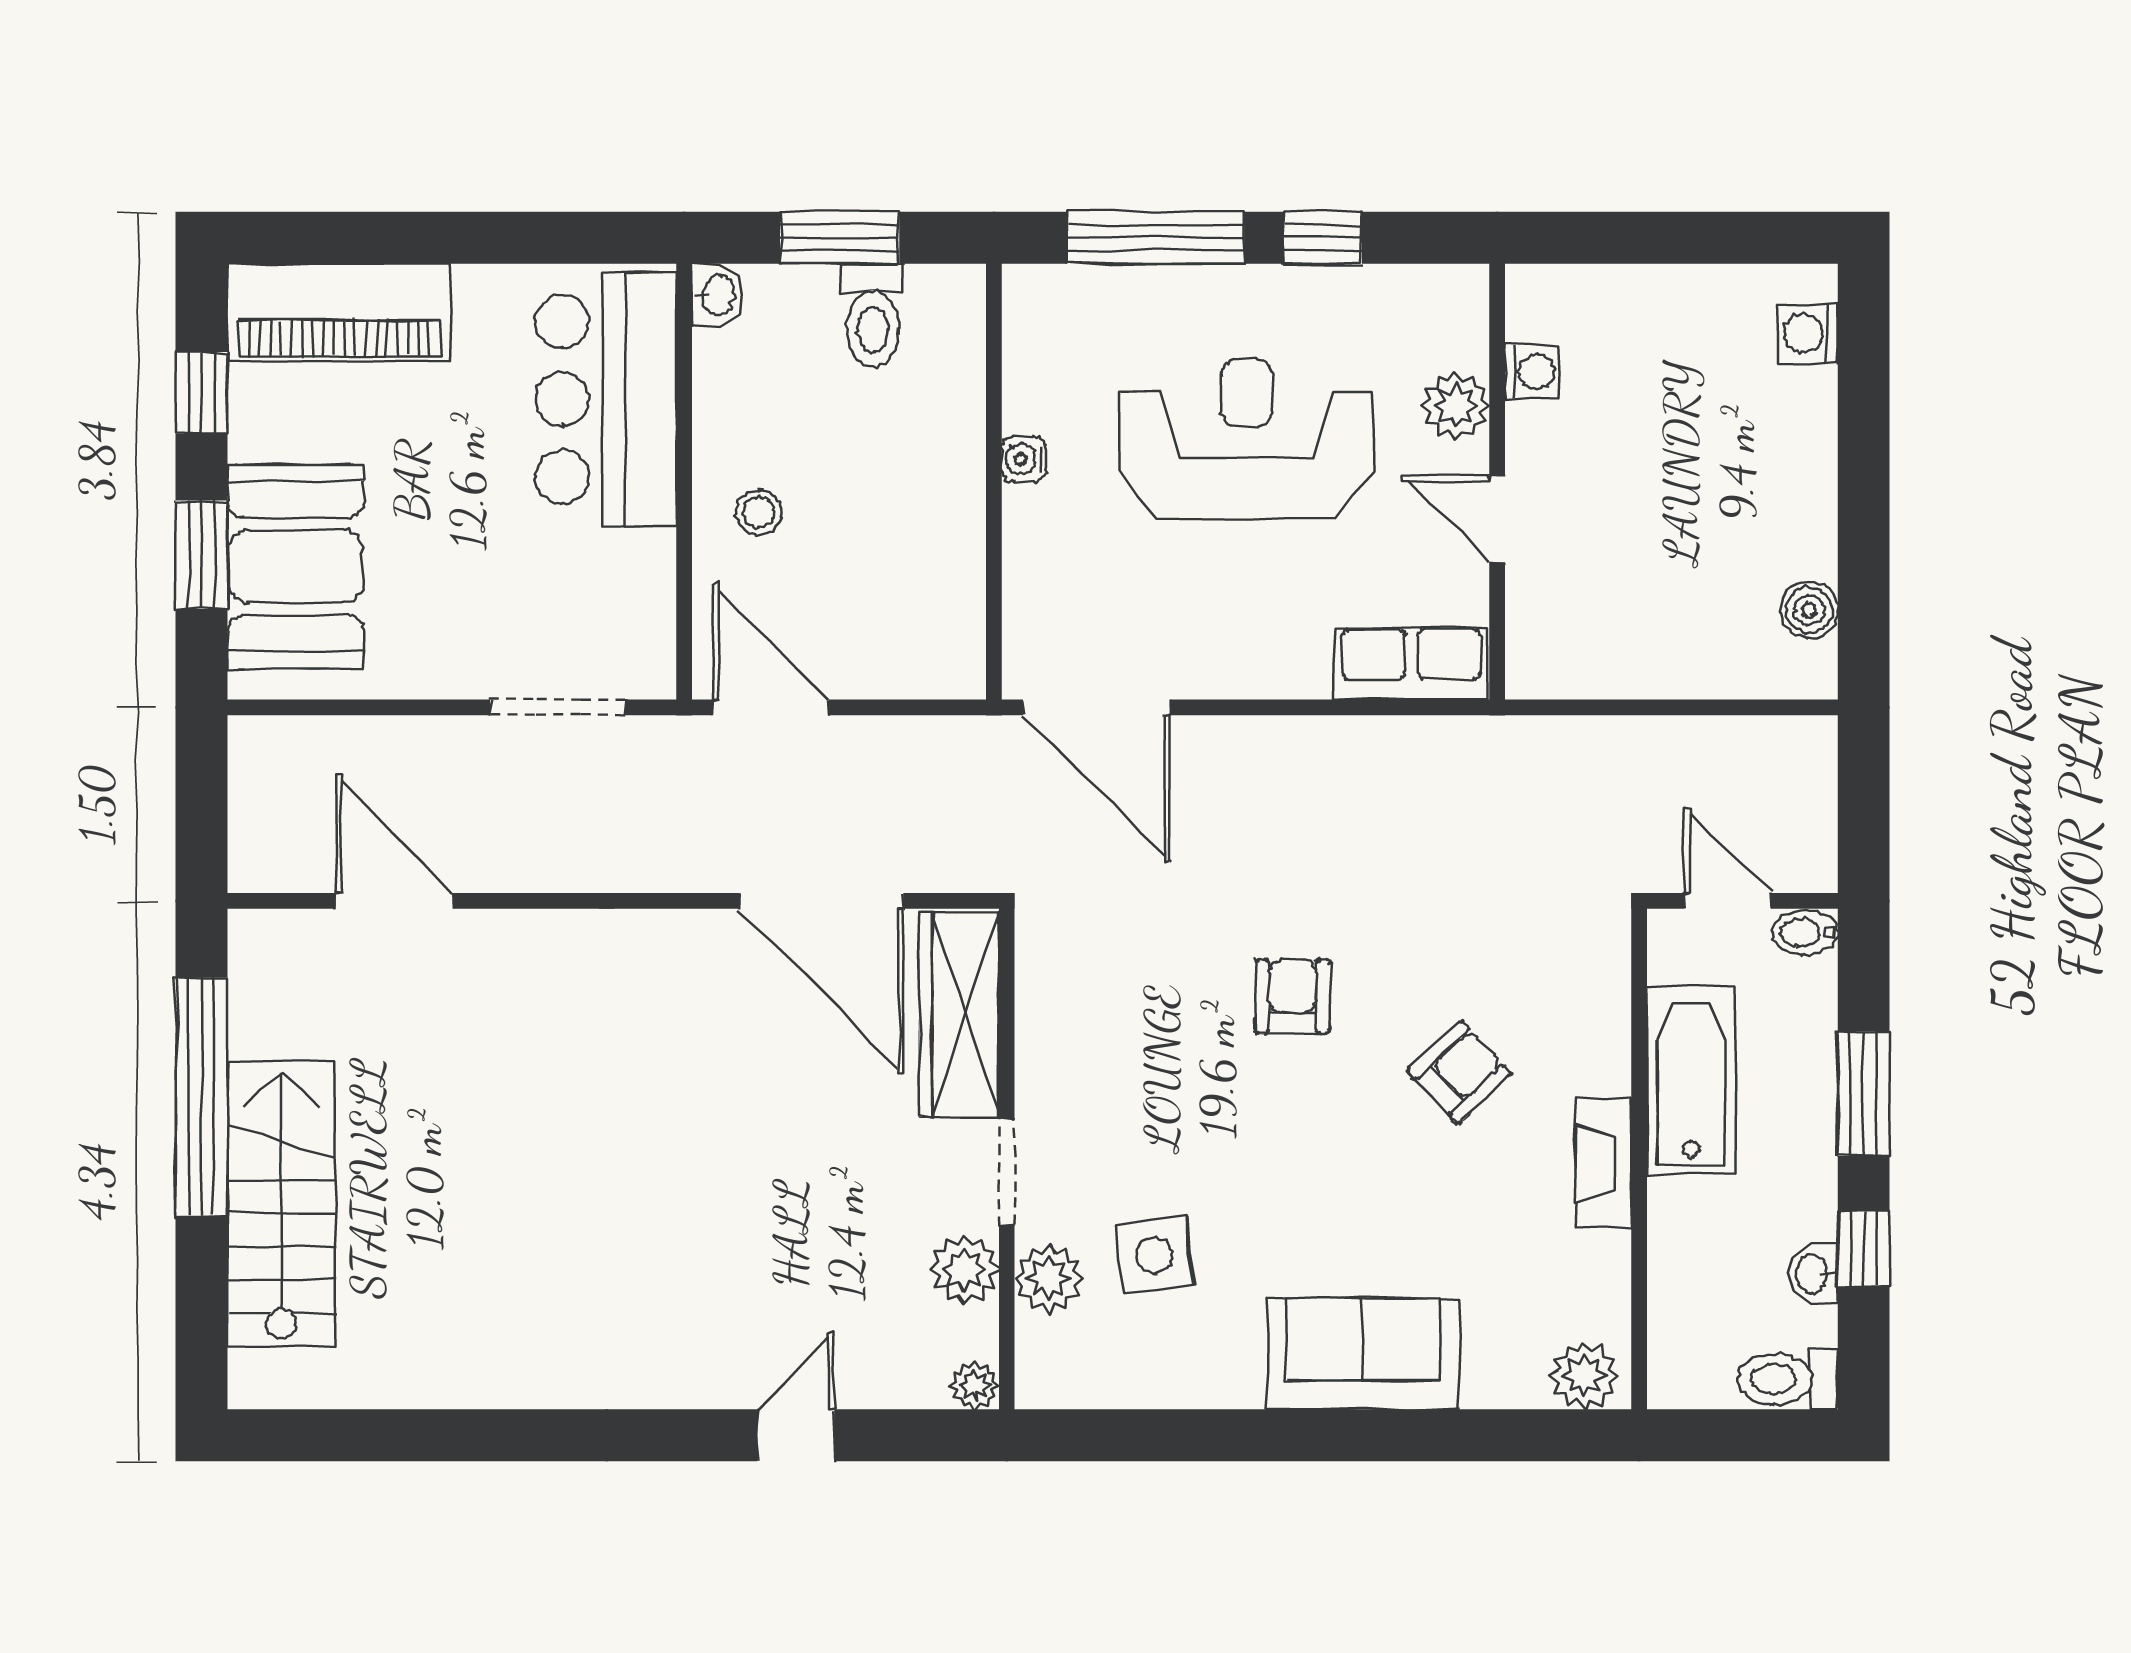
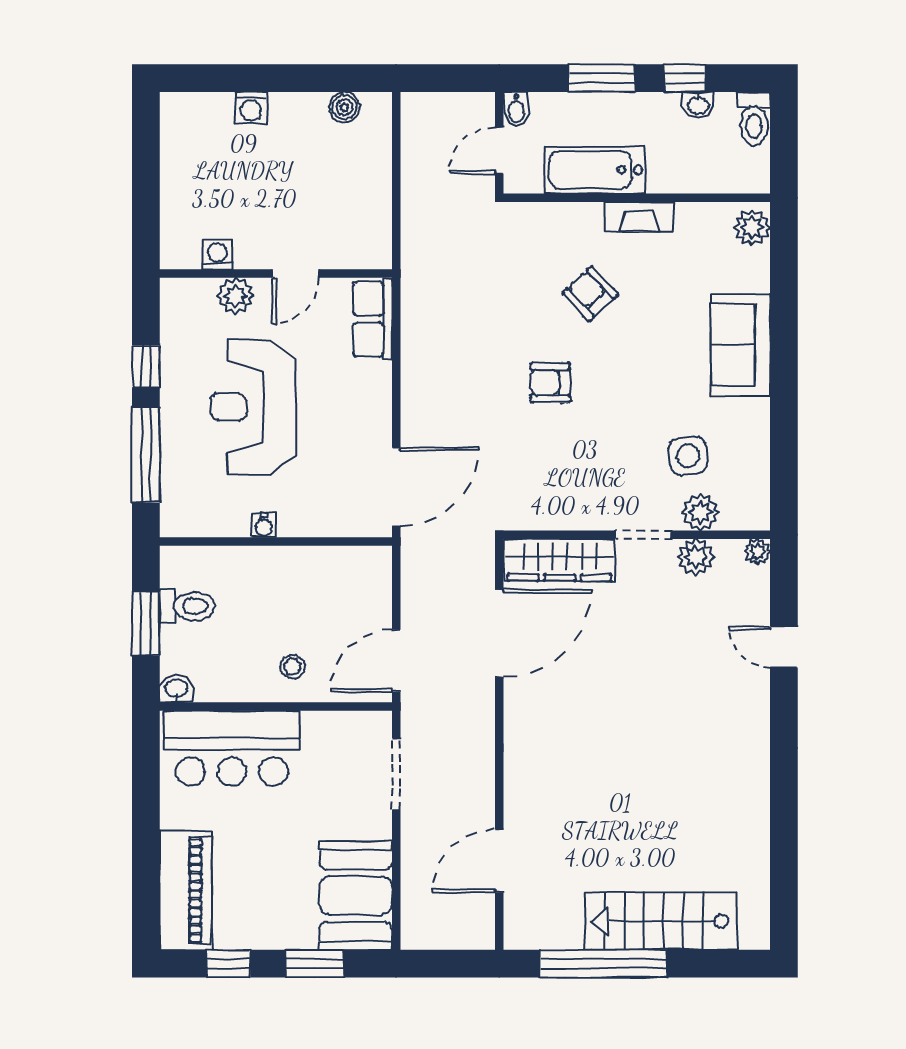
washing machine: (1808, 333) -> (251, 108), moved
booth: (296, 566) -> (356, 896), moved, turned 90

